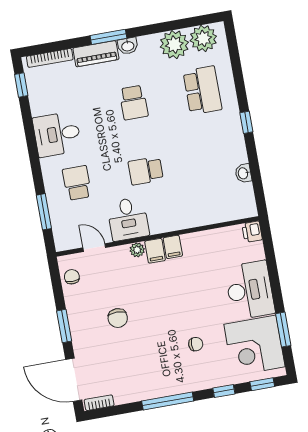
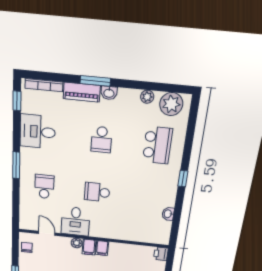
plant: (174, 45) -> (147, 97), width x0.53, depth x0.53
desk: (57, 134) -> (38, 132), moved
window: (44, 212) -> (16, 165), moved

